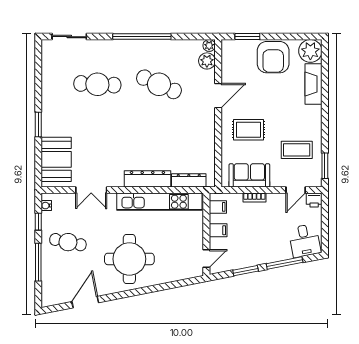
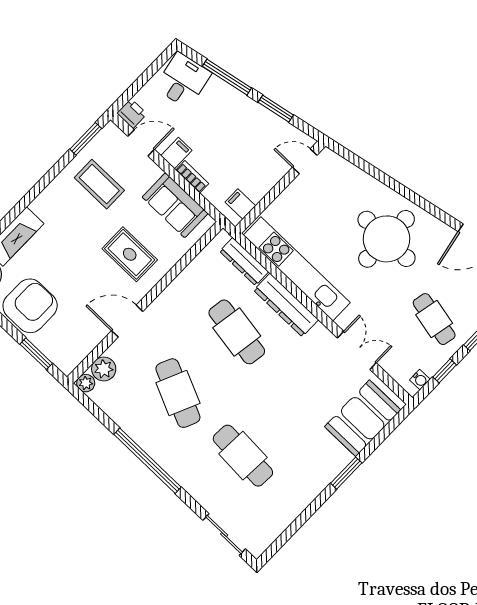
cafe table: (159, 142) -> (237, 332), added
filing cabinet: (218, 230) -> (176, 153), moved, turned 90

